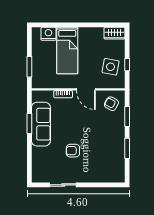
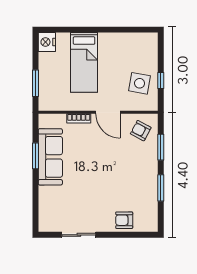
wardrobe: (114, 33) -> (145, 40), removed
nightstand: (48, 34) -> (47, 42), moved, turned -90
armchair: (73, 151) -> (124, 220), moved

